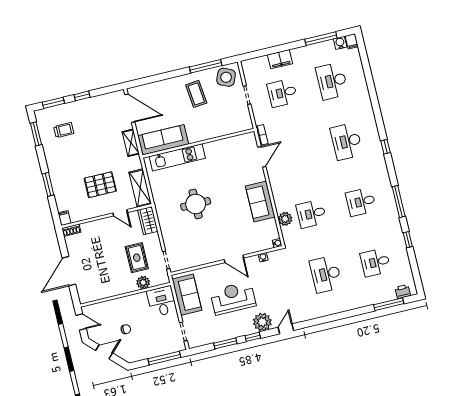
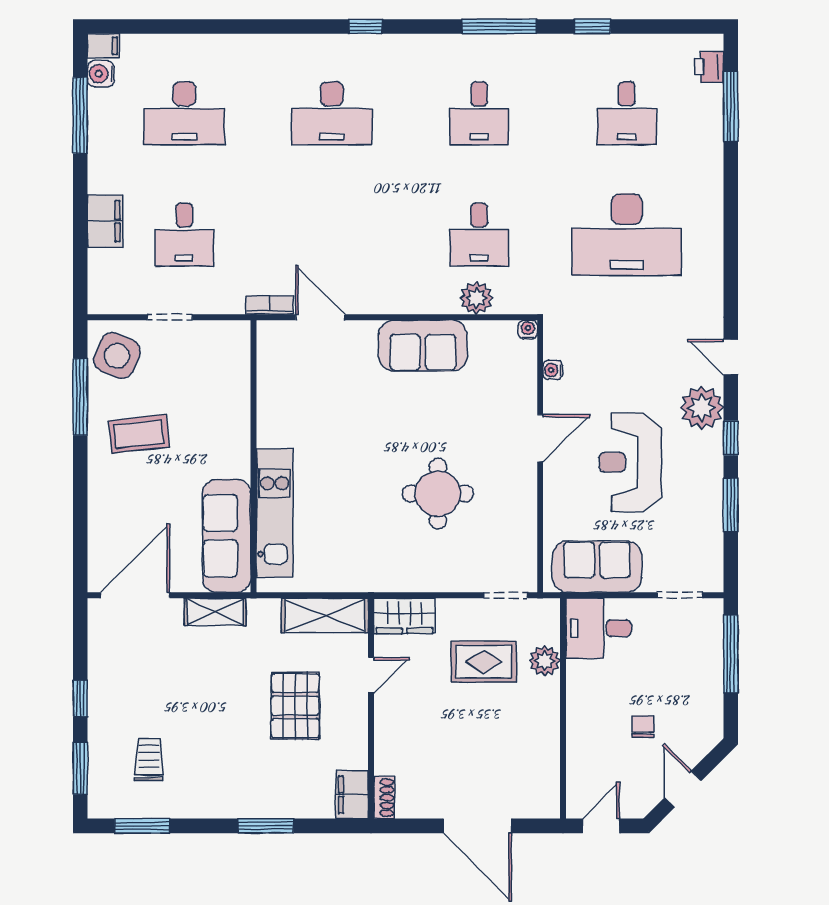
round table: (196, 204) -> (438, 494), moved
filing cabinet: (64, 218) -> (352, 795), width x2.00
desk: (326, 274) -> (627, 235), width x1.36, depth x1.30

